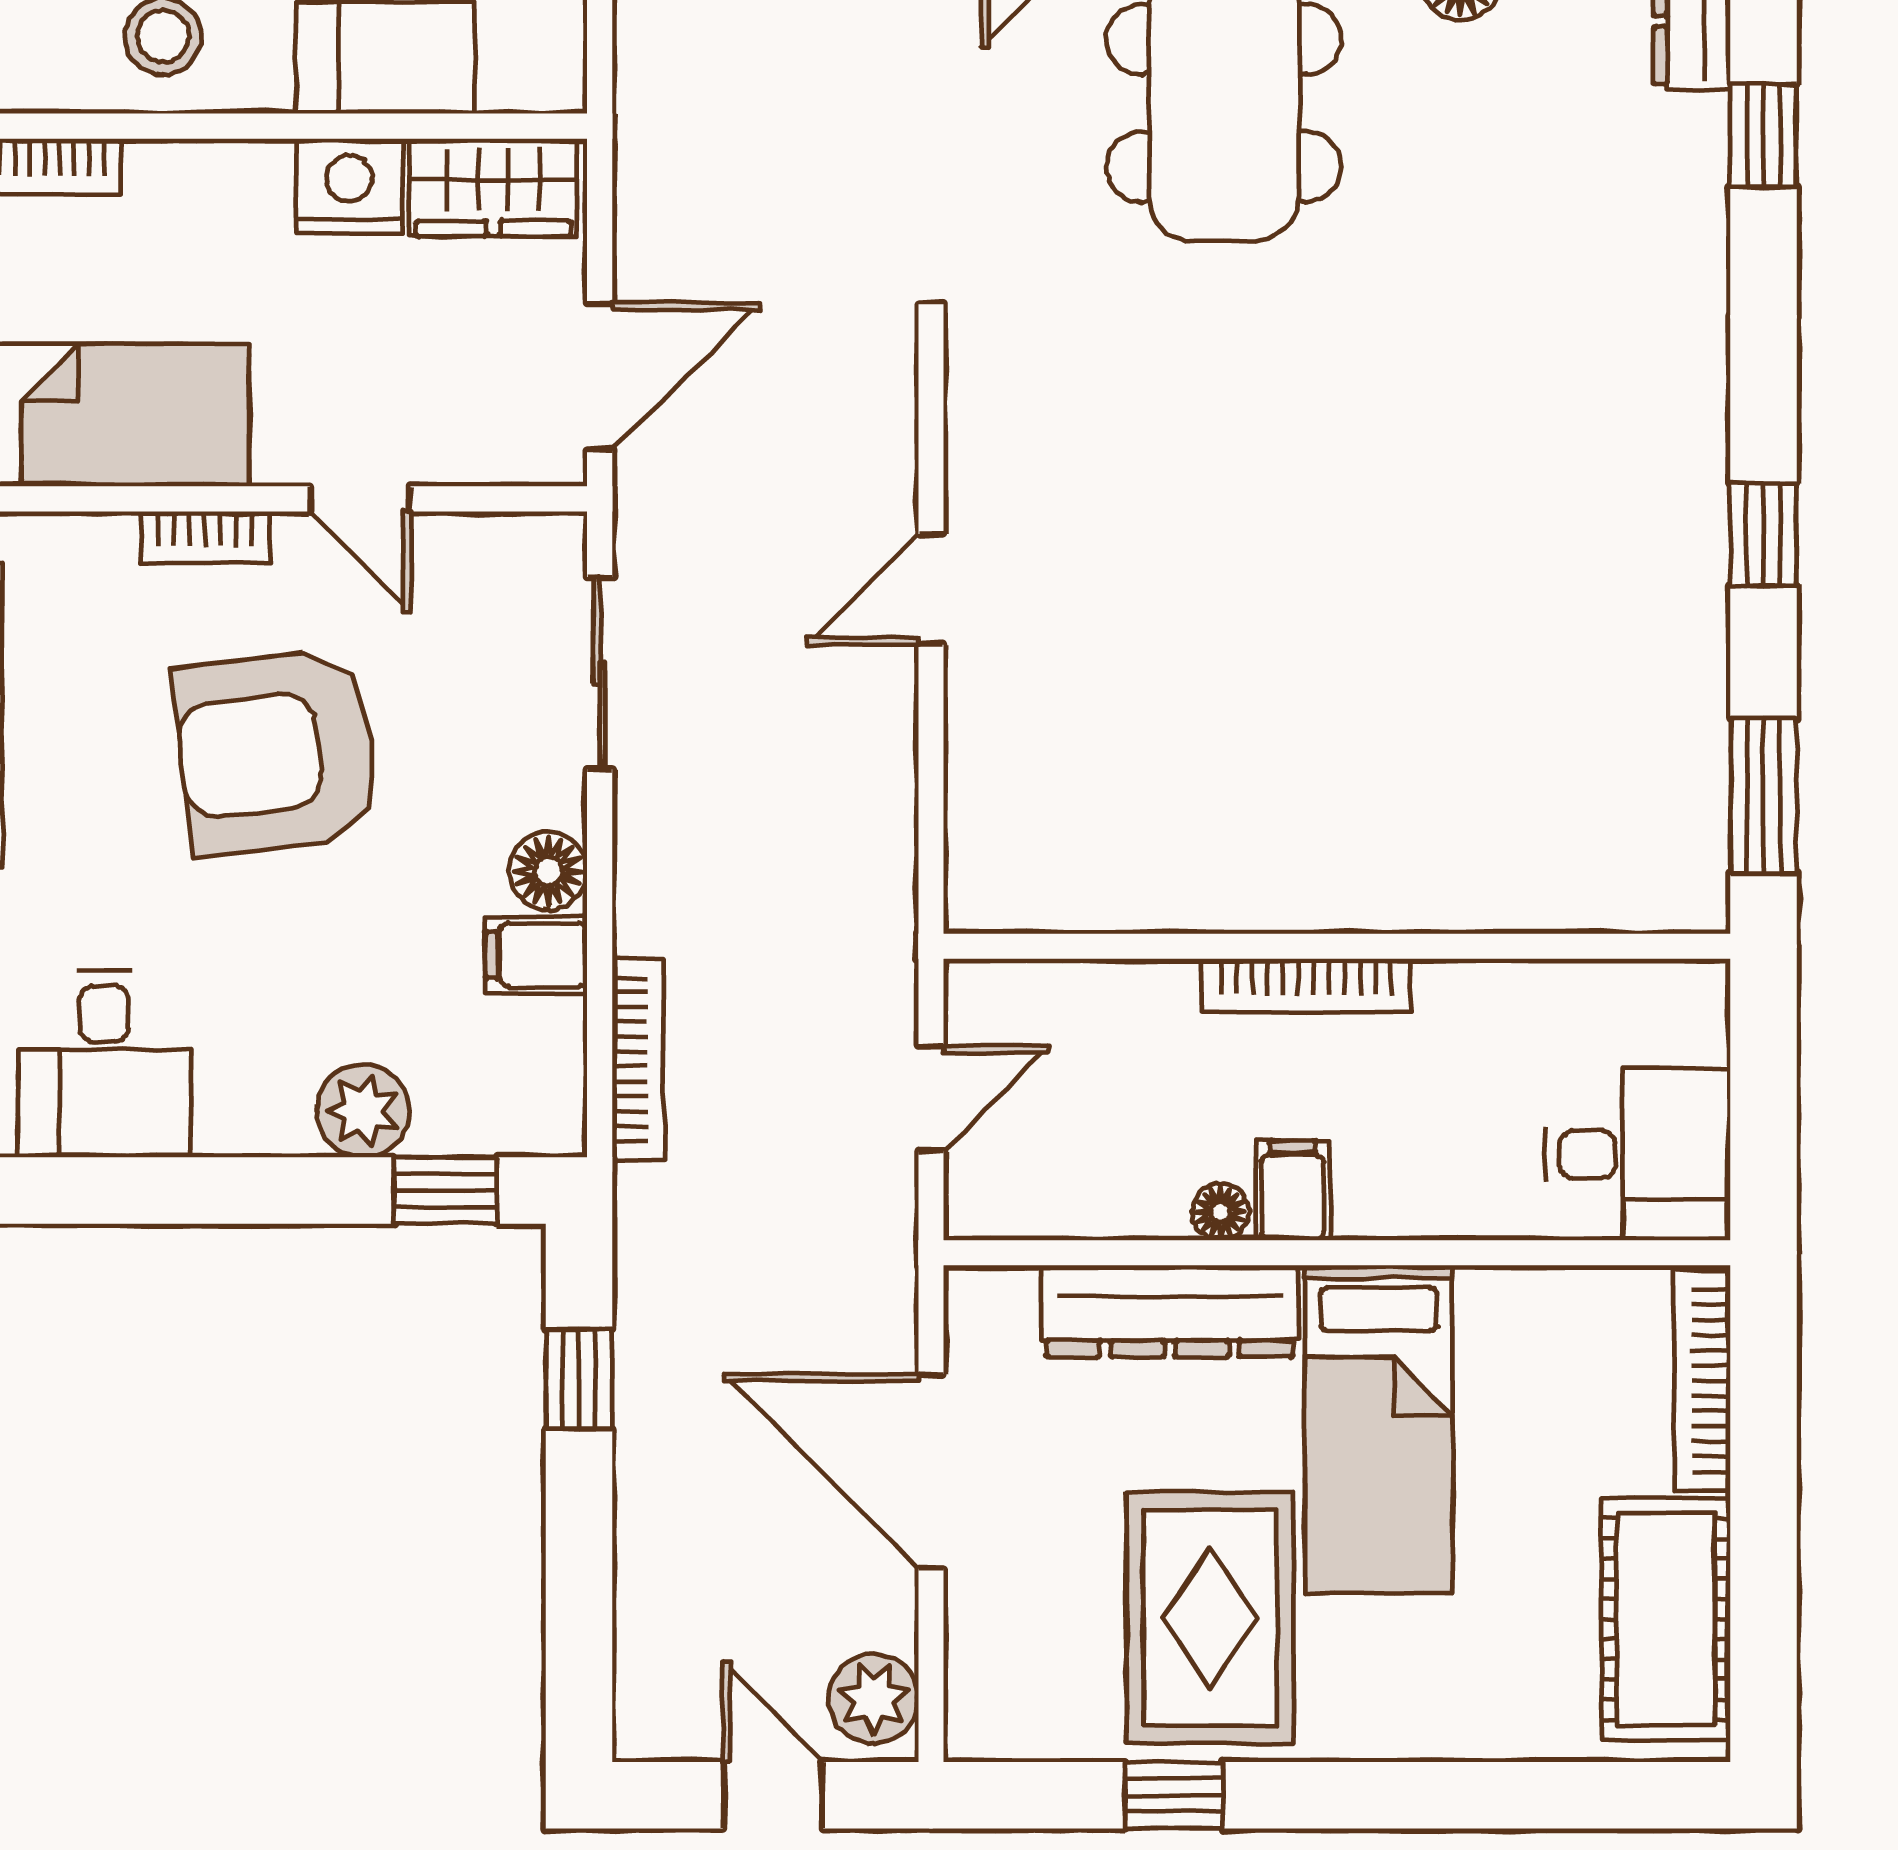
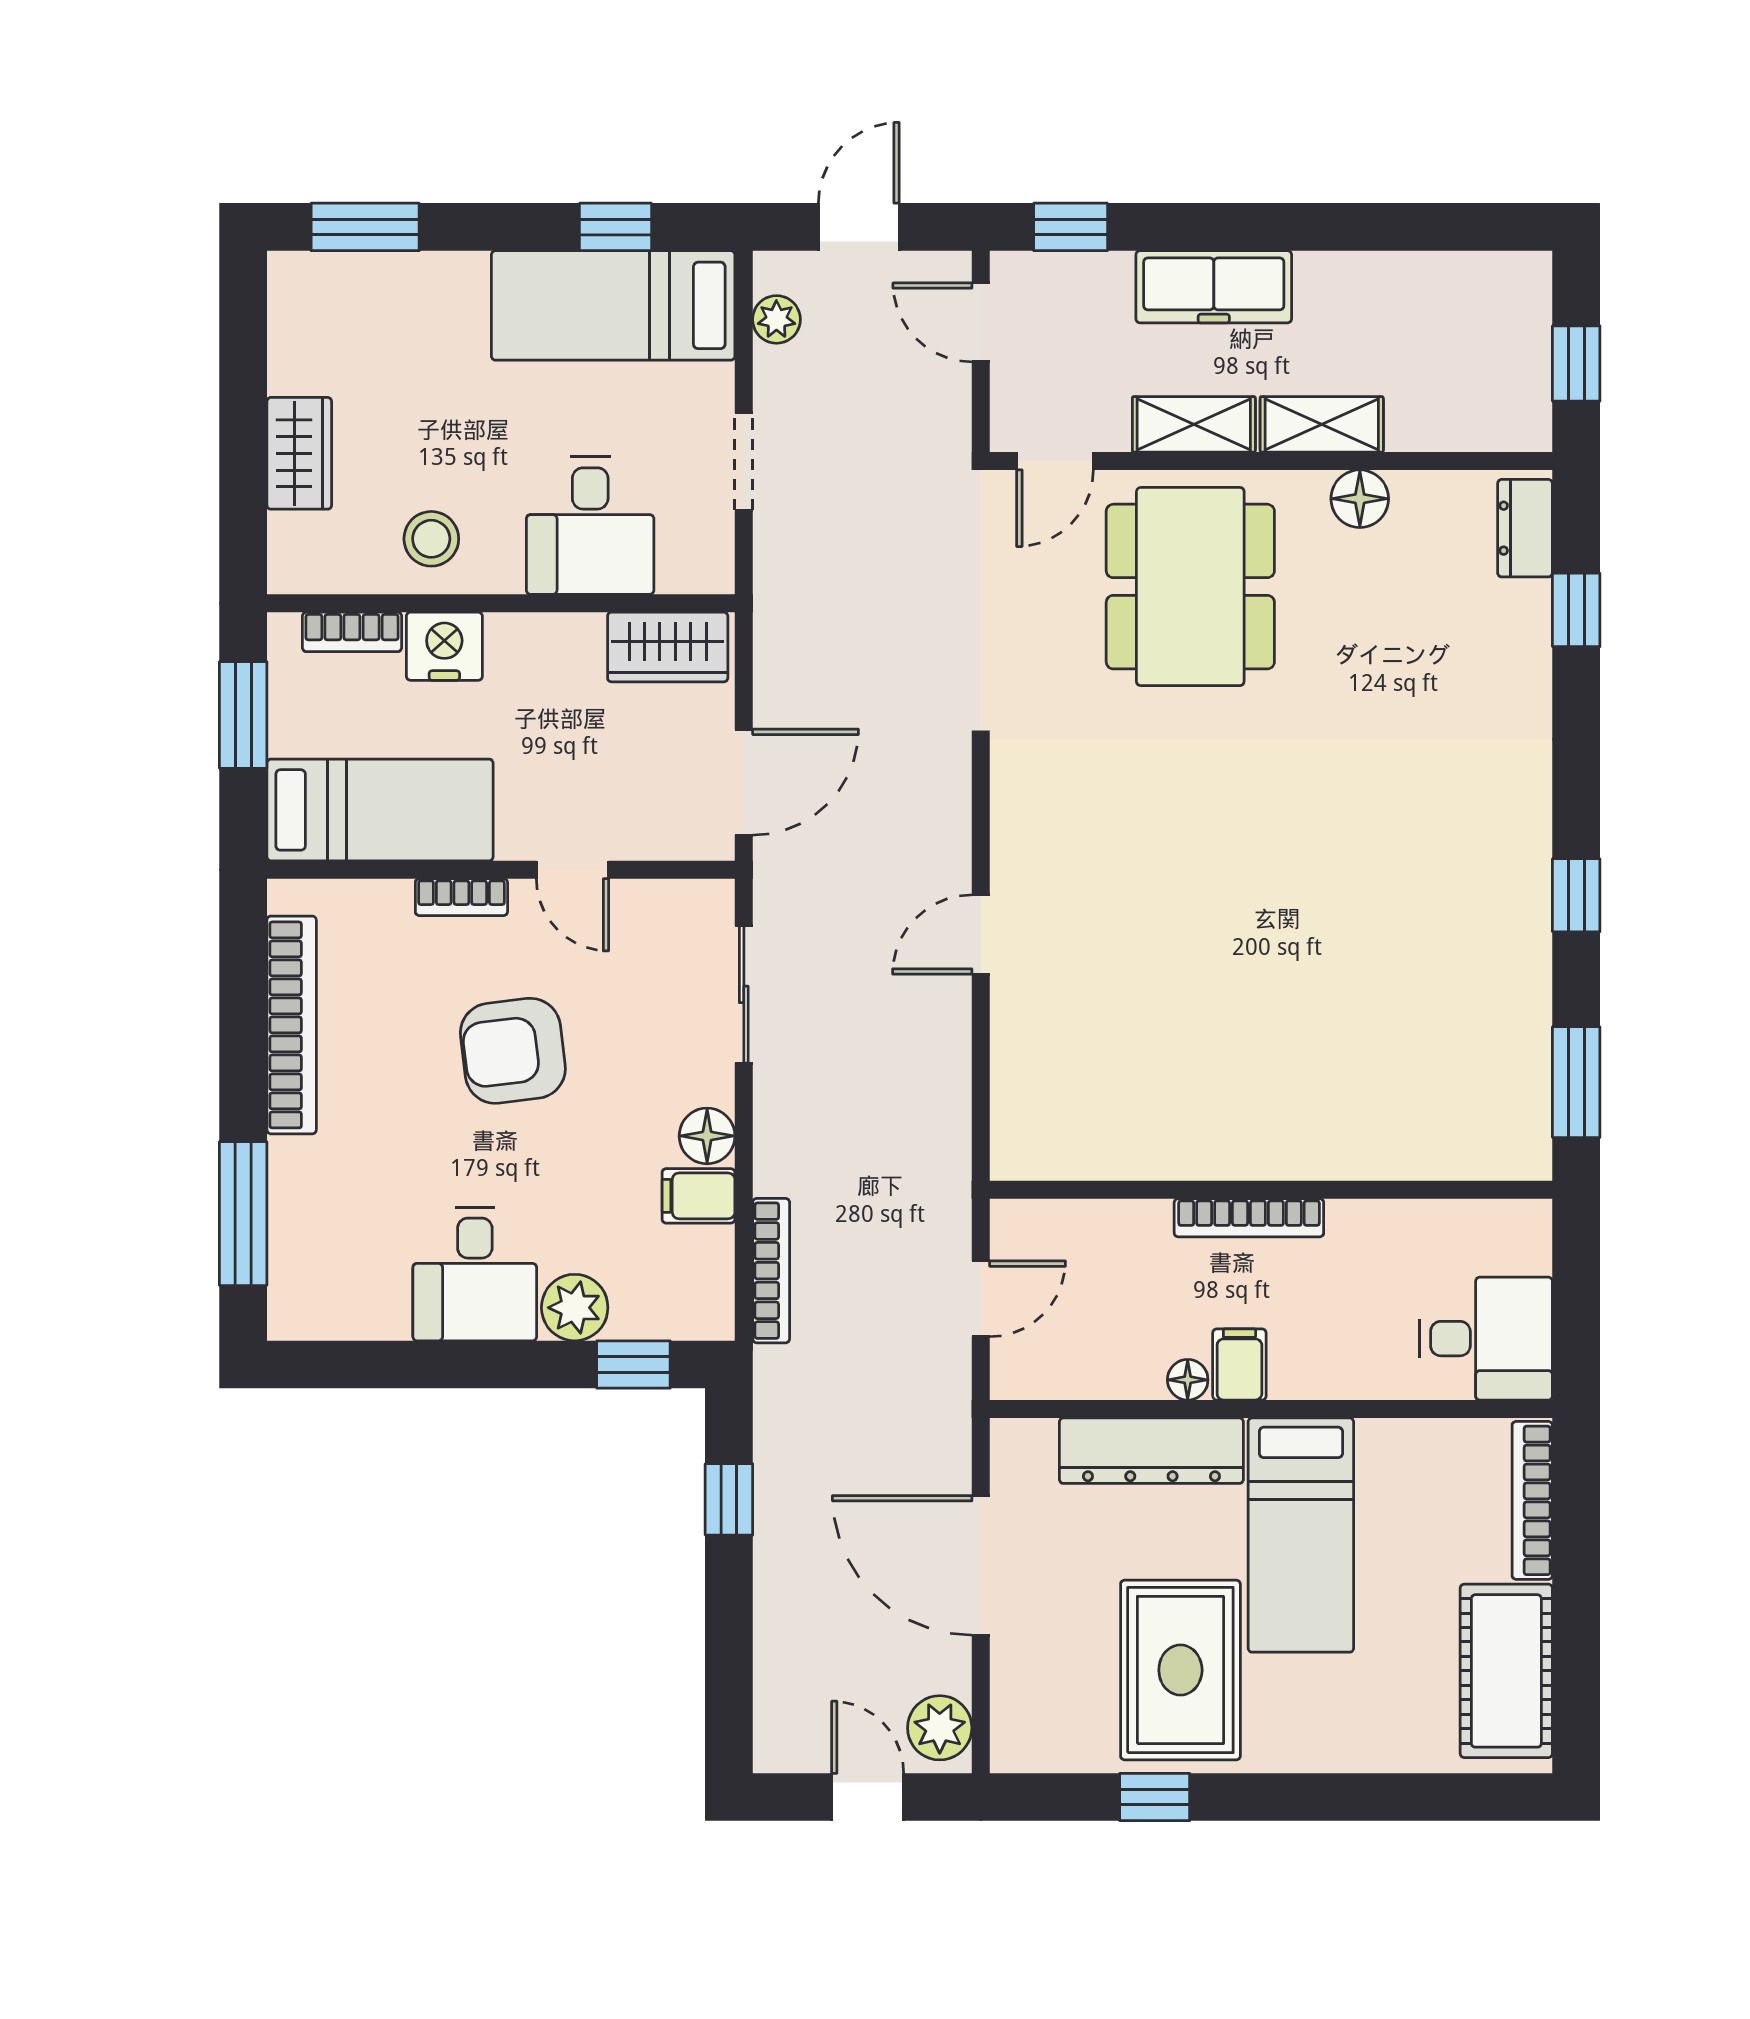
nightstand: (349, 186) -> (444, 646), moved
armchair: (277, 752) -> (513, 1051), width x0.73, depth x0.73
desk: (104, 1064) -> (475, 1274), moved

